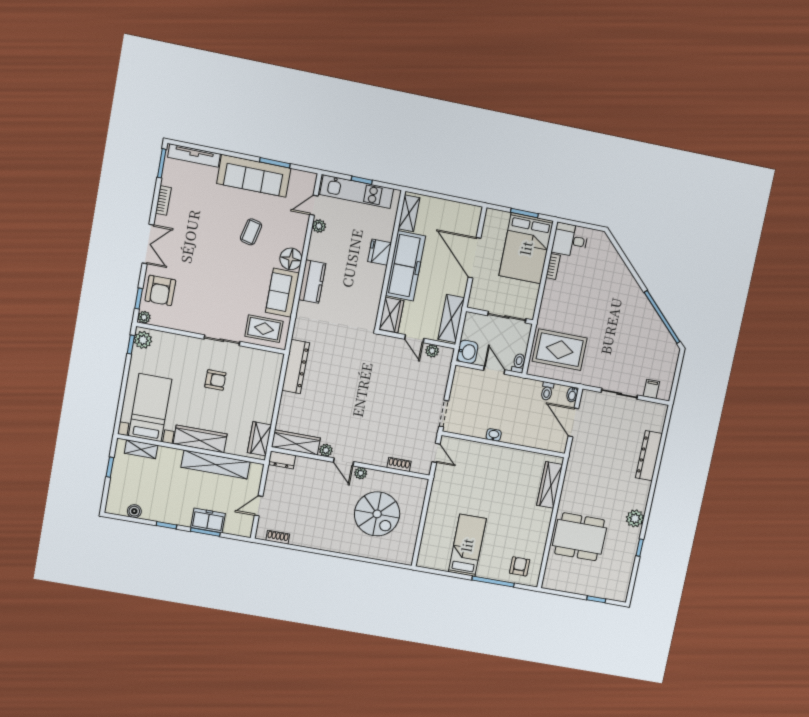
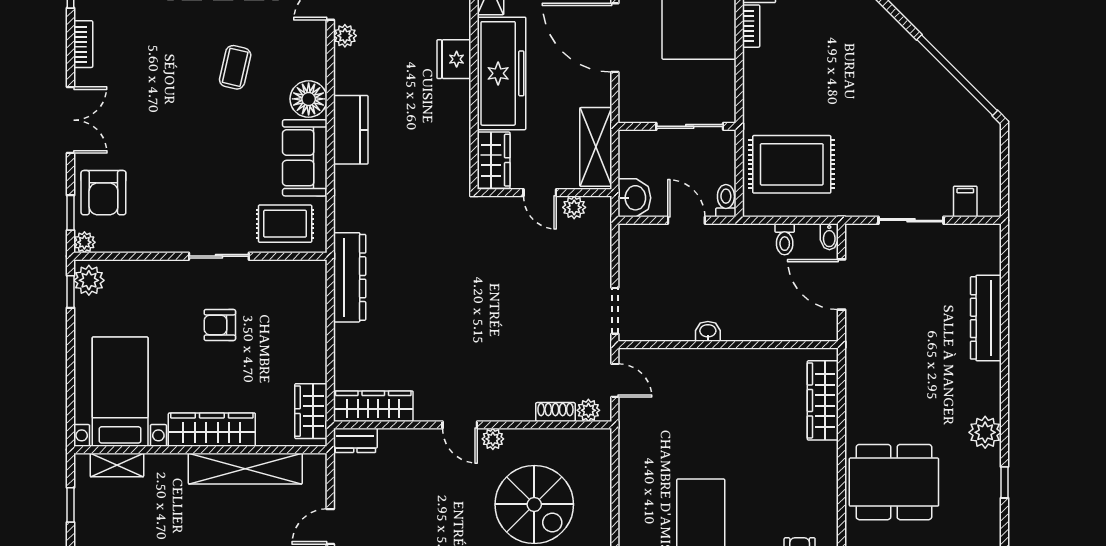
armchair: (215, 380) -> (220, 325), turned 180
plant: (326, 450) -> (588, 410), moved

